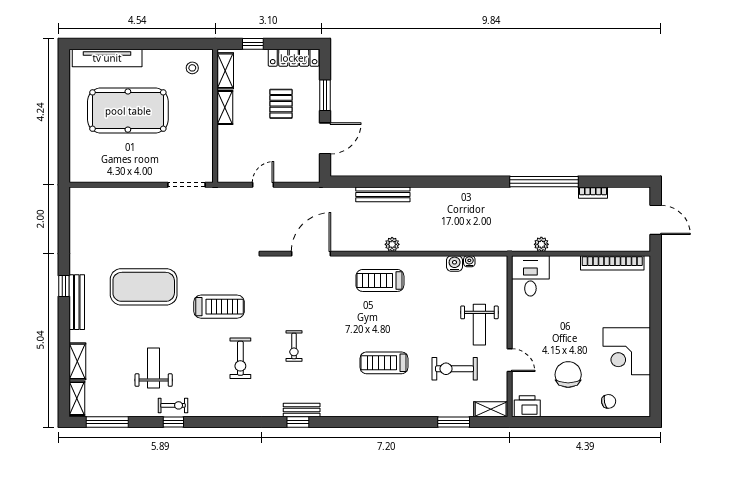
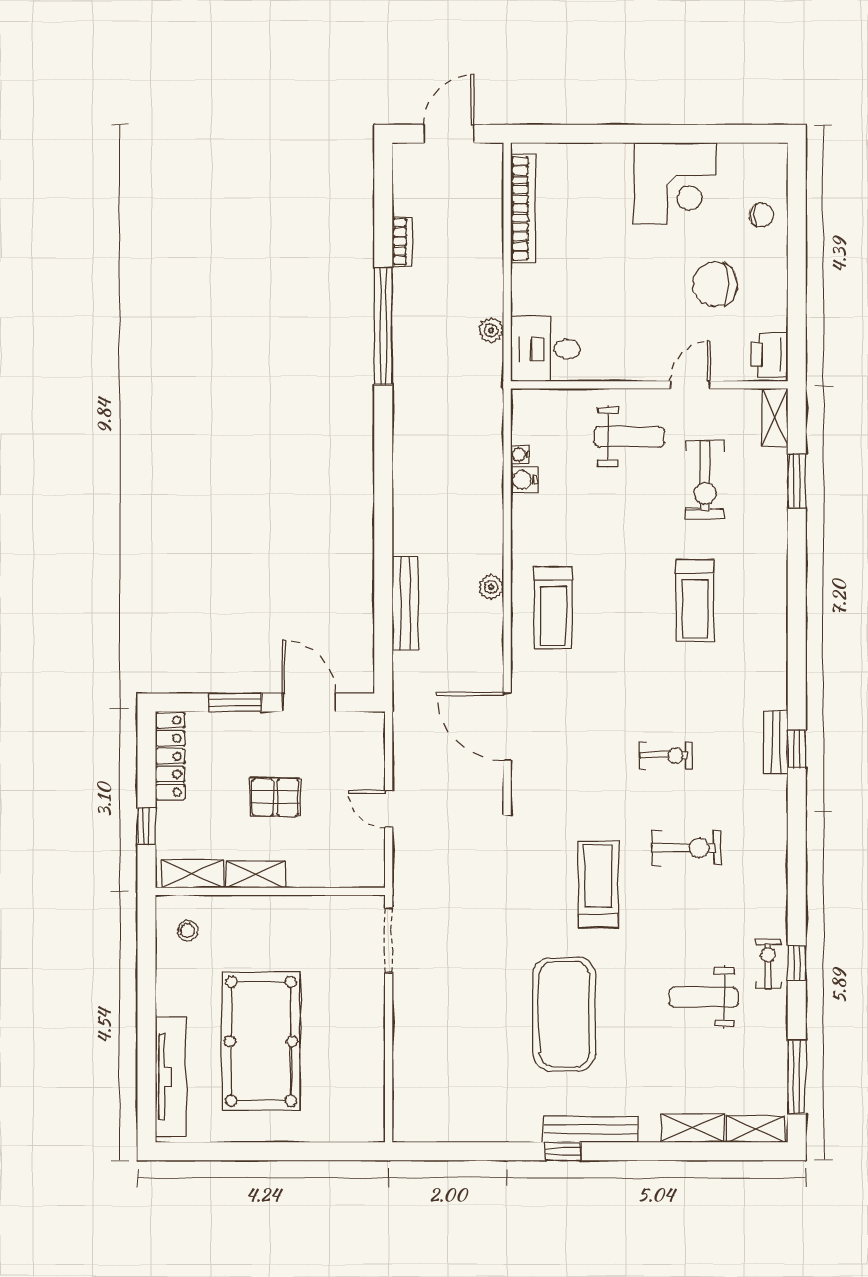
pallet: (281, 104) -> (275, 797), moved
chair: (609, 401) -> (761, 215), turned 102

